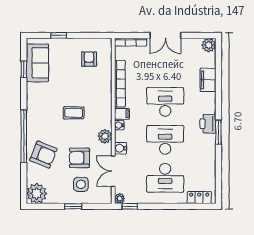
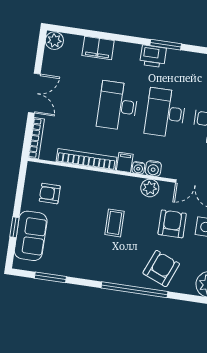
sofa: (37, 63) -> (31, 236), moved, turned 90
window: (24, 69) -> (50, 277), width x1.50
water cooler: (120, 148) -> (153, 168), moved
armchair: (79, 158) -> (172, 224), turned 180

